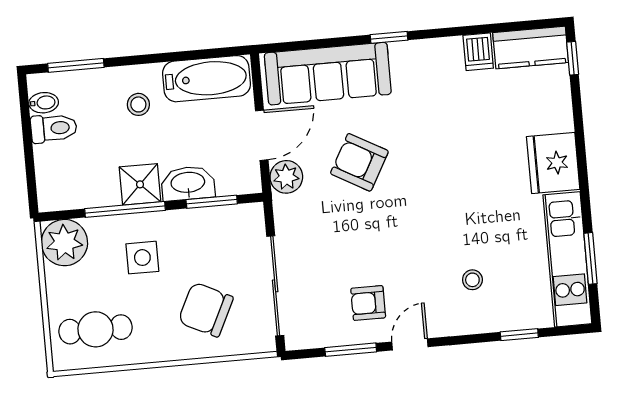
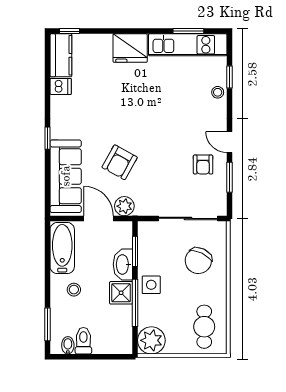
side table: (142, 258) -> (151, 285), moved
stool: (472, 280) -> (218, 92), moved

